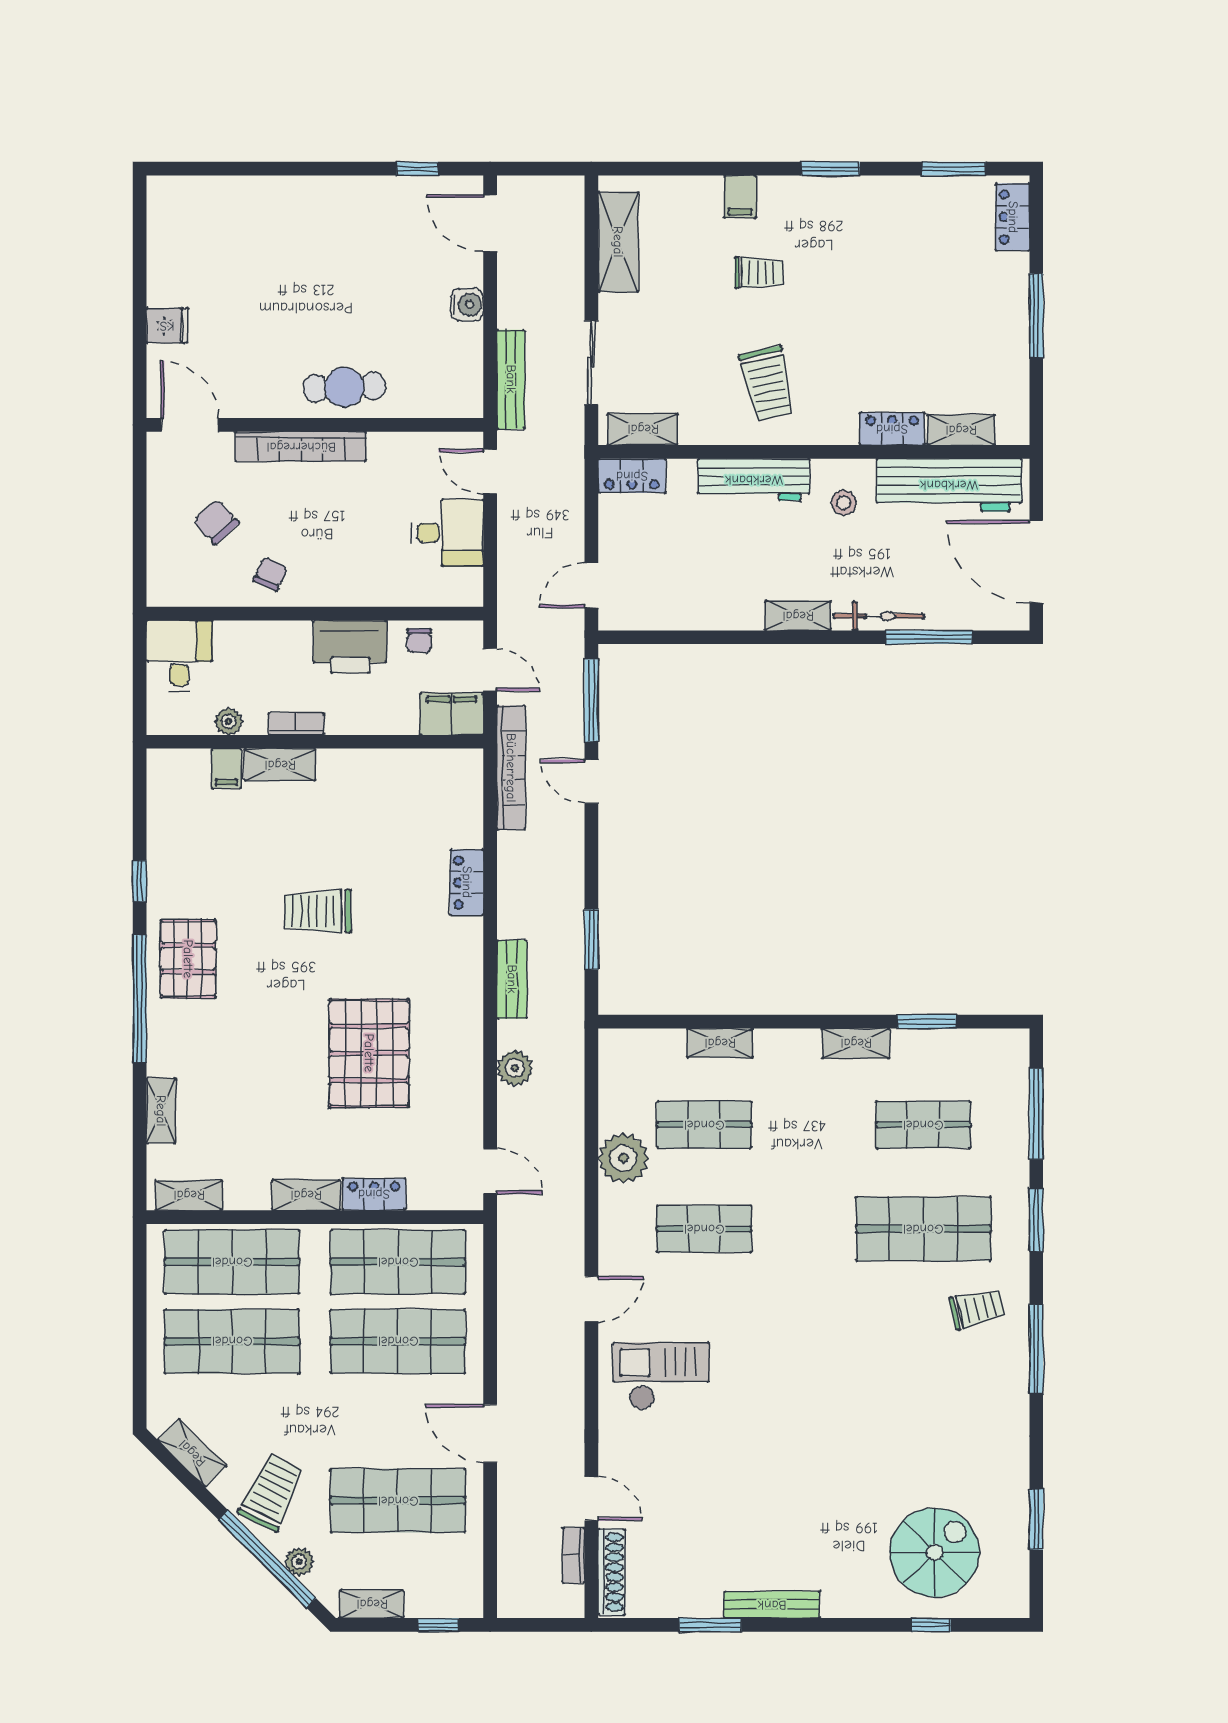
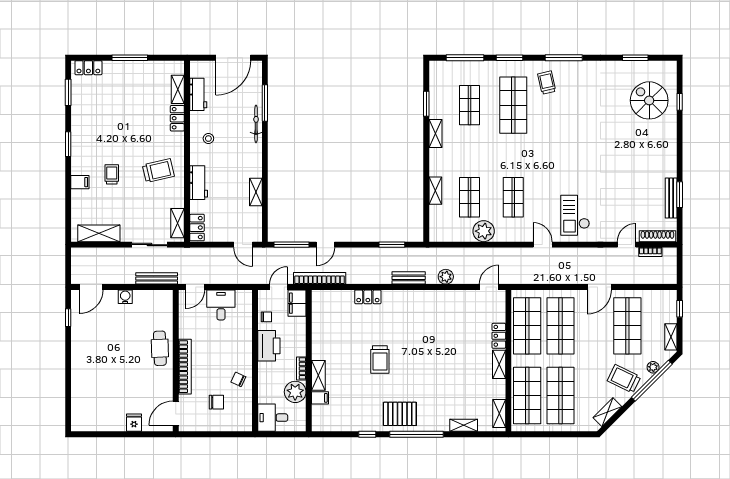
workbench: (754, 480) -> (199, 183), width x0.73
workbench: (949, 485) -> (198, 94), width x0.53, depth x0.76
chair: (216, 522) -> (216, 402), turned -137
shelving: (798, 616) -> (256, 192), moved
plant: (228, 721) -> (295, 392), width x1.88, depth x1.88
pallet: (369, 1053) -> (440, 338), removed
bench: (772, 1605) -> (671, 198), moved

